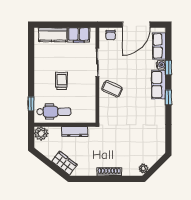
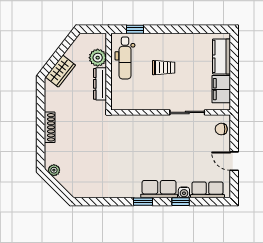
door: (136, 25) -> (234, 161), width x0.53
coffee table: (112, 89) -> (154, 131), removed
plant: (41, 133) -> (98, 58), moved

